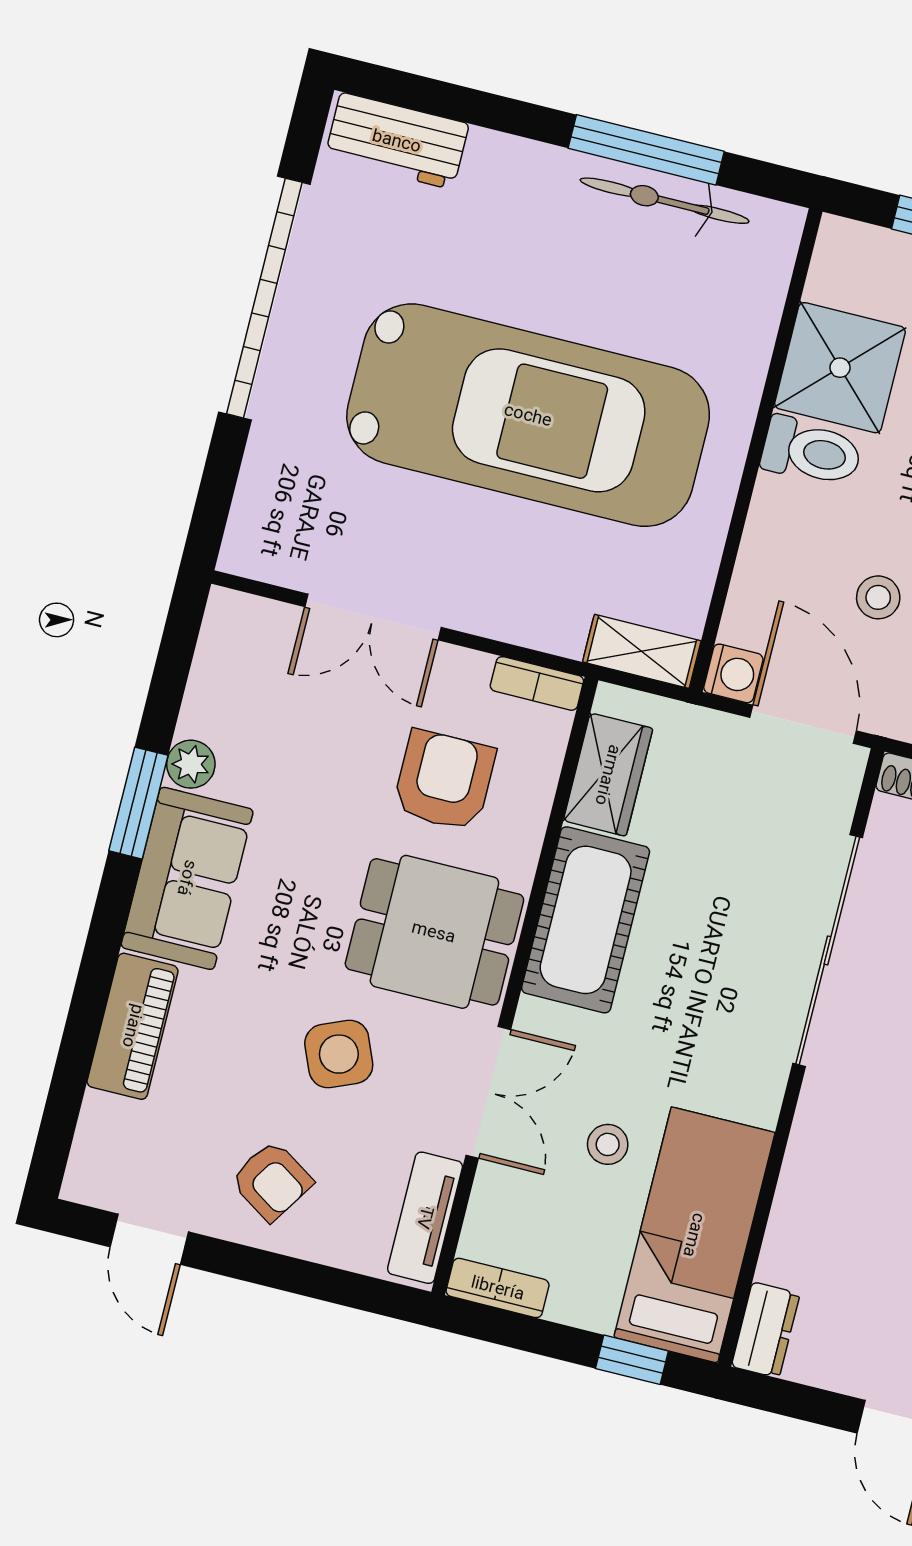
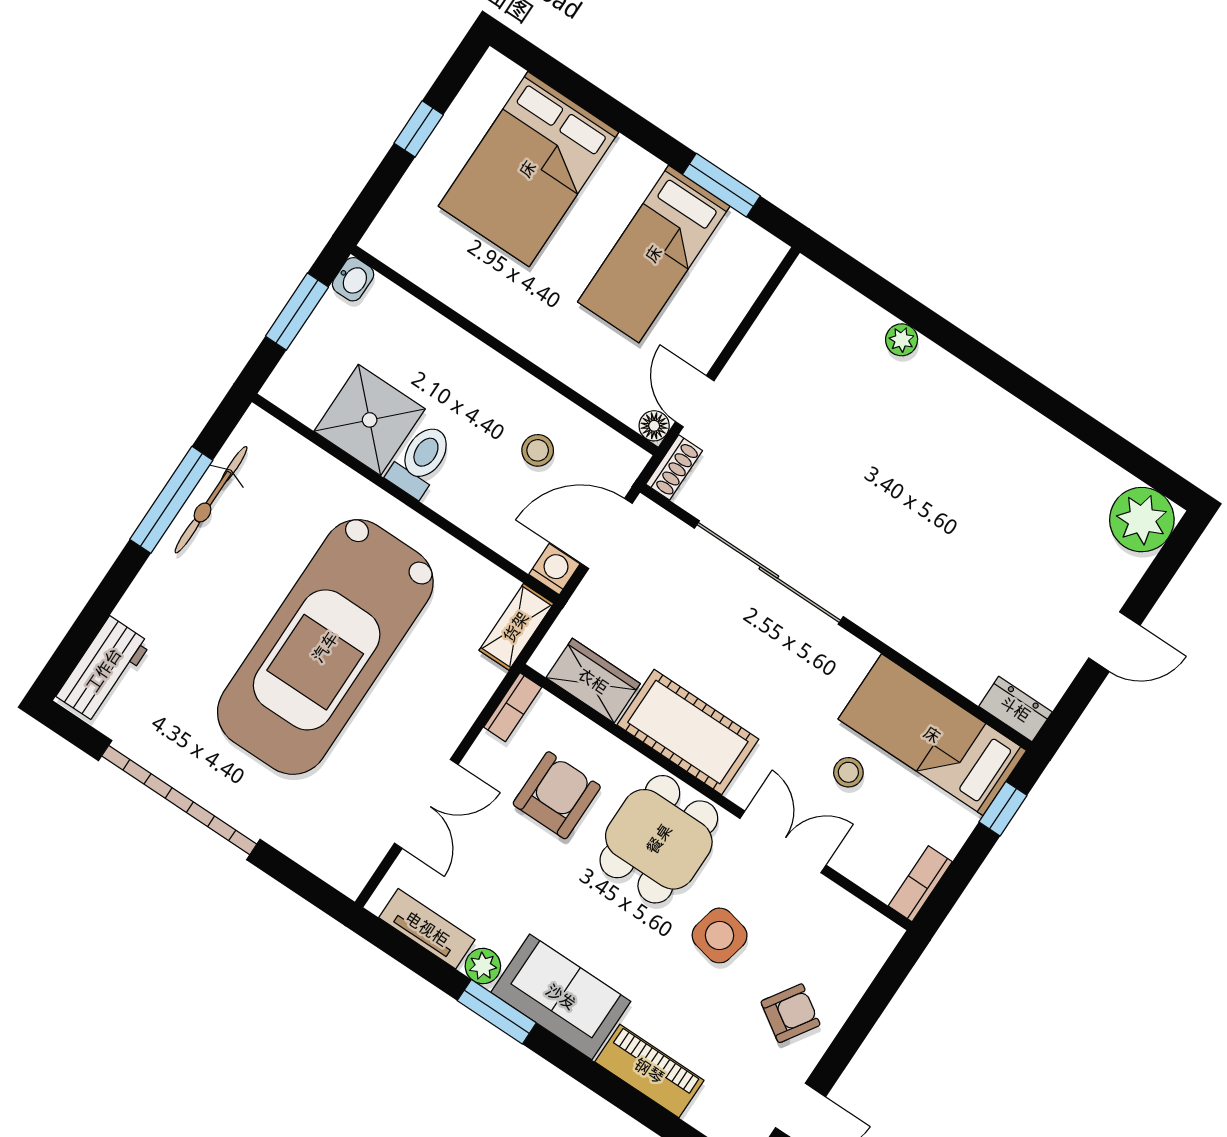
car: (528, 415) -> (325, 647), turned 180
armchair: (444, 780) -> (557, 795), turned 90
side table: (339, 1054) -> (720, 935), turned 35
tv unit: (425, 1218) -> (427, 929), moved, turned 180

